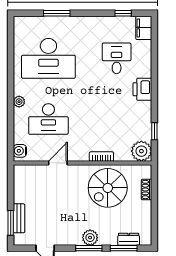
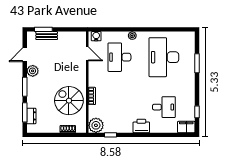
door: (58, 163) -> (87, 54), moved
plant: (90, 238) -> (33, 71), moved

